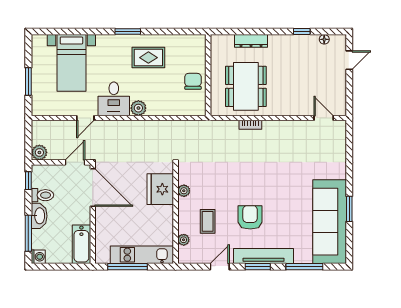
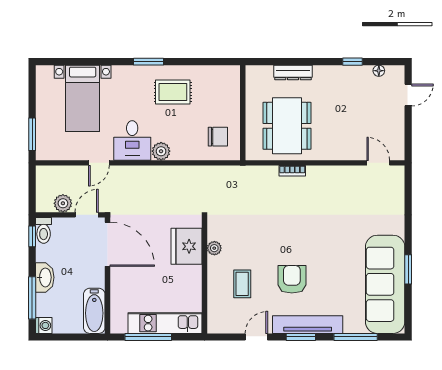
chair: (193, 81) -> (218, 137), moved, turned 90
window: (28, 82) -> (32, 134), moved
plant: (39, 152) -> (63, 203), moved
toilet: (42, 195) -> (44, 230), moved, turned 90
plant: (184, 240) -> (214, 306), removed

